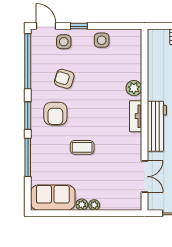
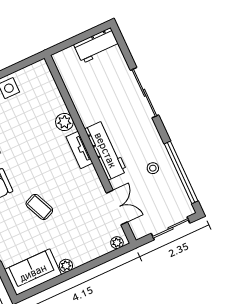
coffee table: (82, 147) -> (39, 207), turned 66
plant: (94, 205) -> (117, 243), moved

